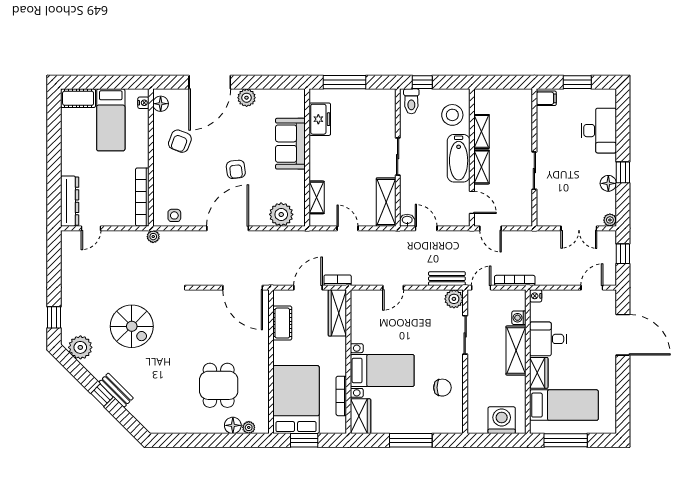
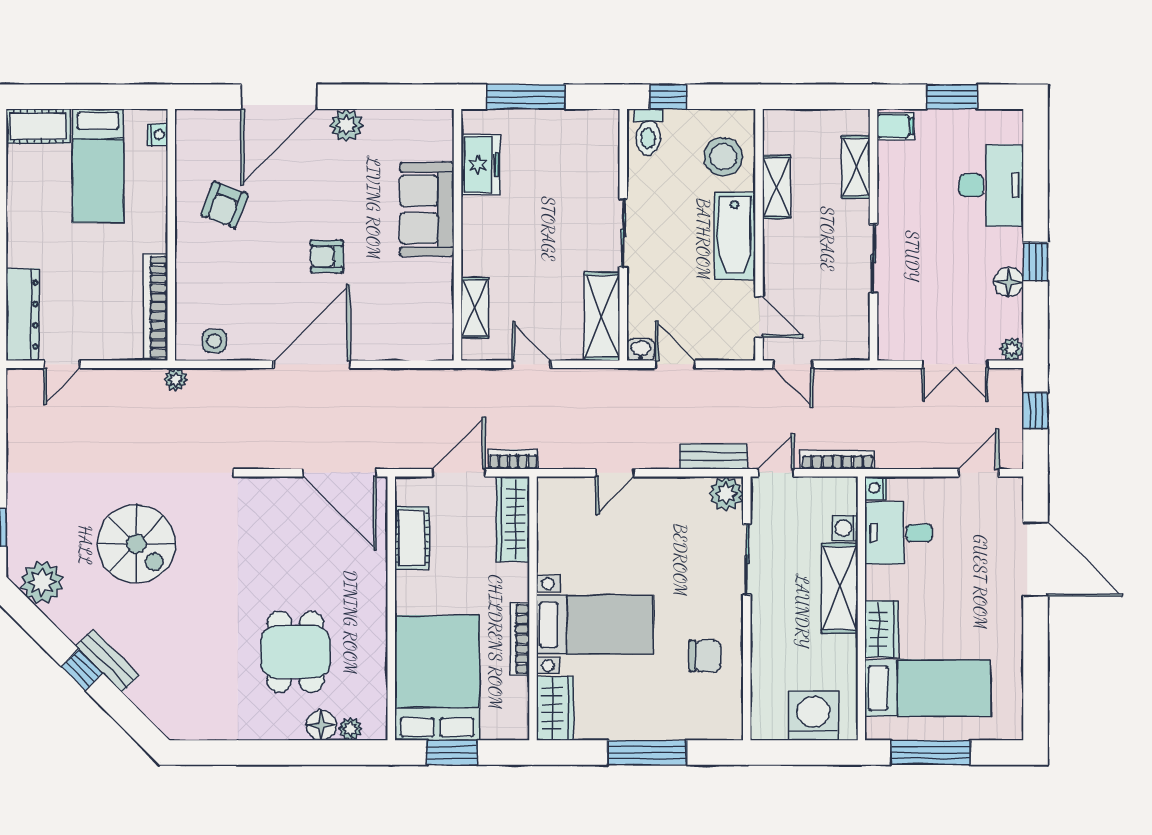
floor lamp: (161, 104) -> (189, 136), removed
shelving: (481, 167) -> (856, 167), moved
armchair: (236, 169) -> (327, 256), turned 97
plant: (281, 214) -> (410, 339), removed
desk: (548, 339) -> (899, 533), moved
bookcase: (341, 396) -> (520, 639), moved

